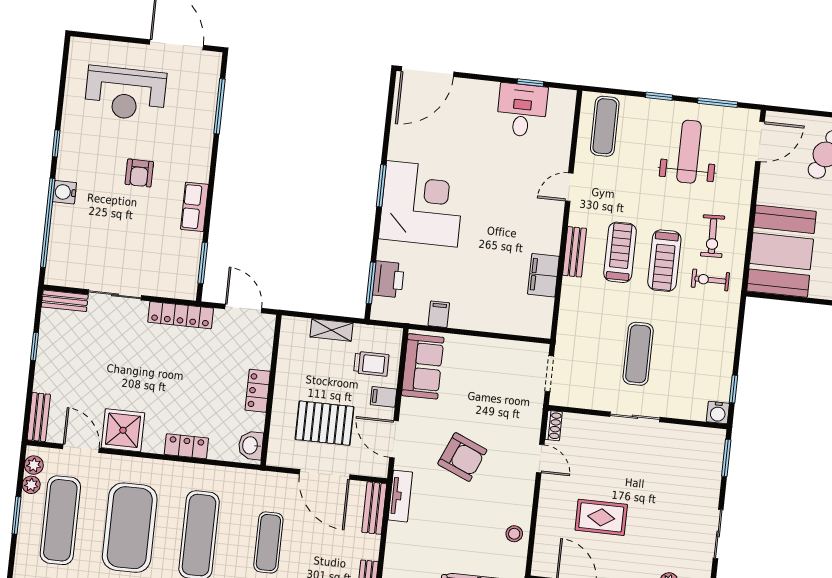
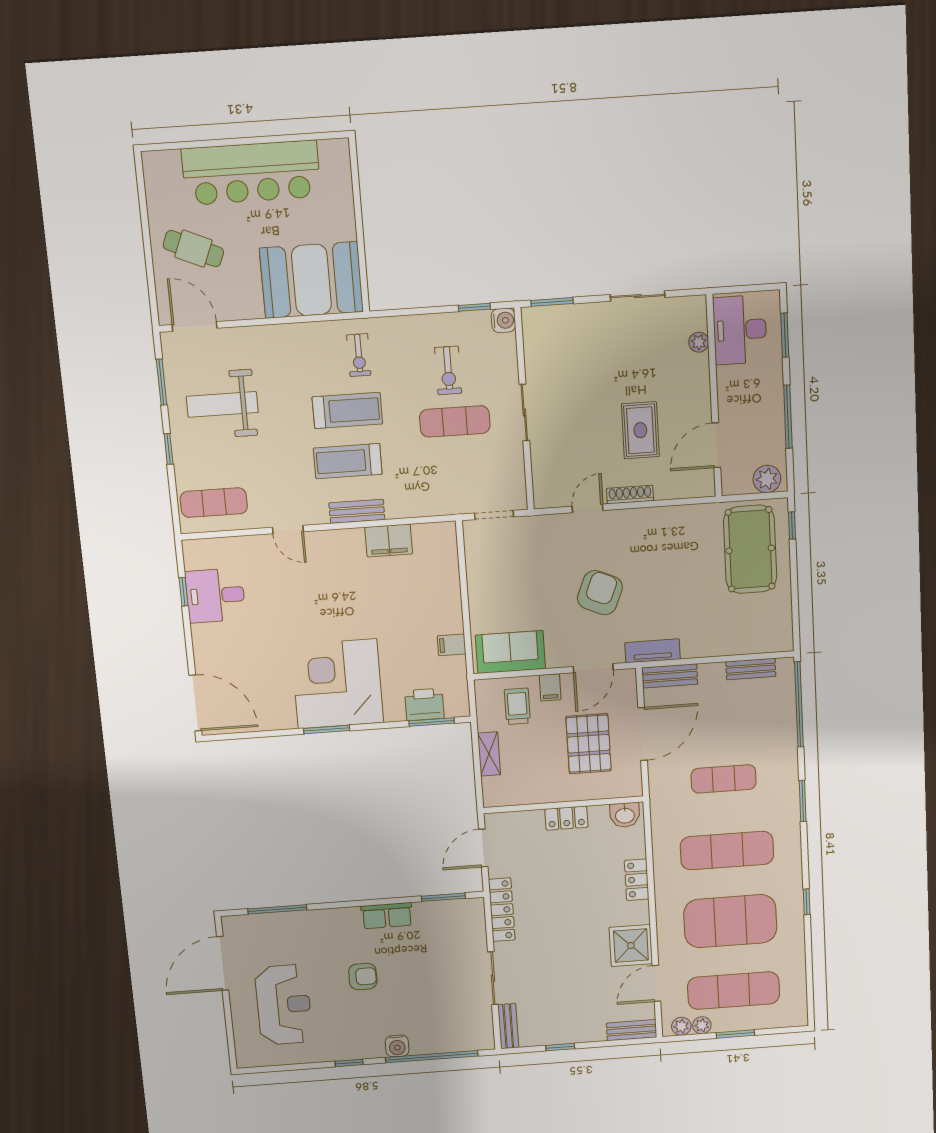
exercise bike: (713, 236) -> (448, 370), moved, turned 92
shoe rack: (554, 426) -> (630, 495), moved, width x1.43
stool: (514, 534) -> (673, 522), removed

